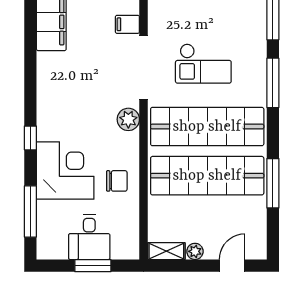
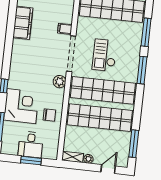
checkout: (203, 64) -> (105, 55), turned 90
window: (273, 183) -> (134, 144), moved

